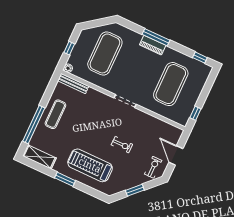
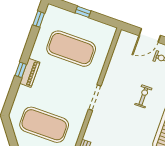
window: (156, 37) -> (21, 70), width x0.46
window: (195, 113) -> (83, 12), moved

